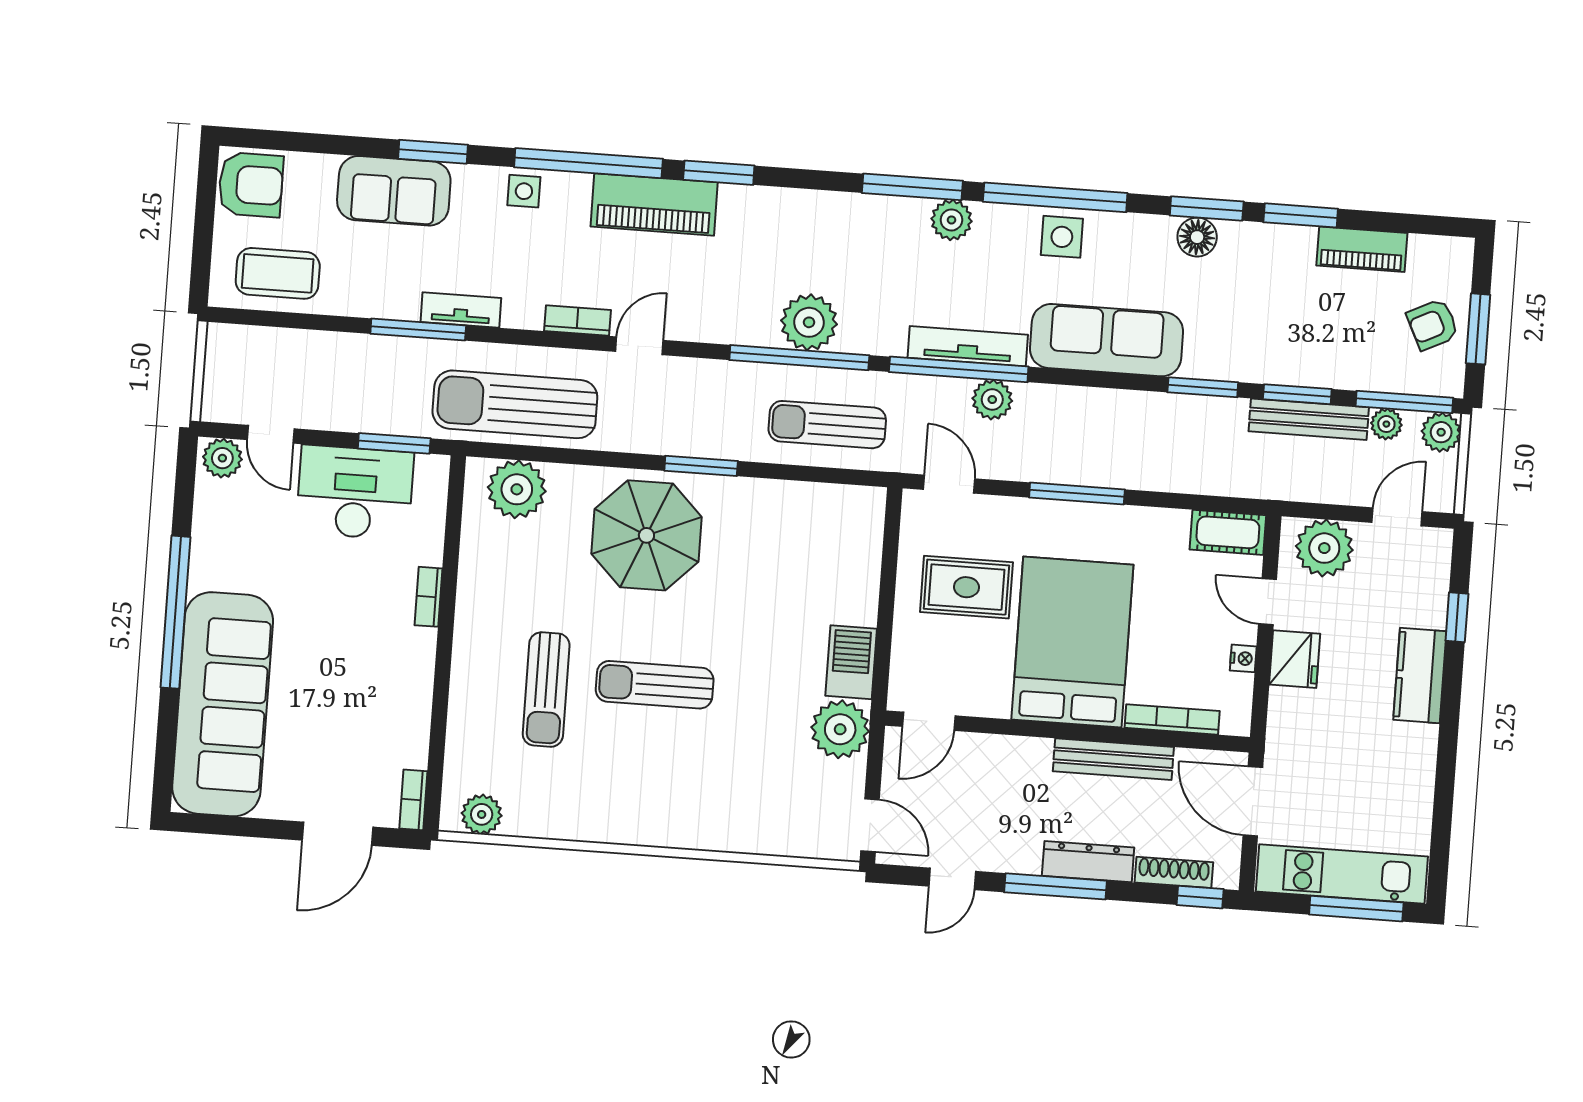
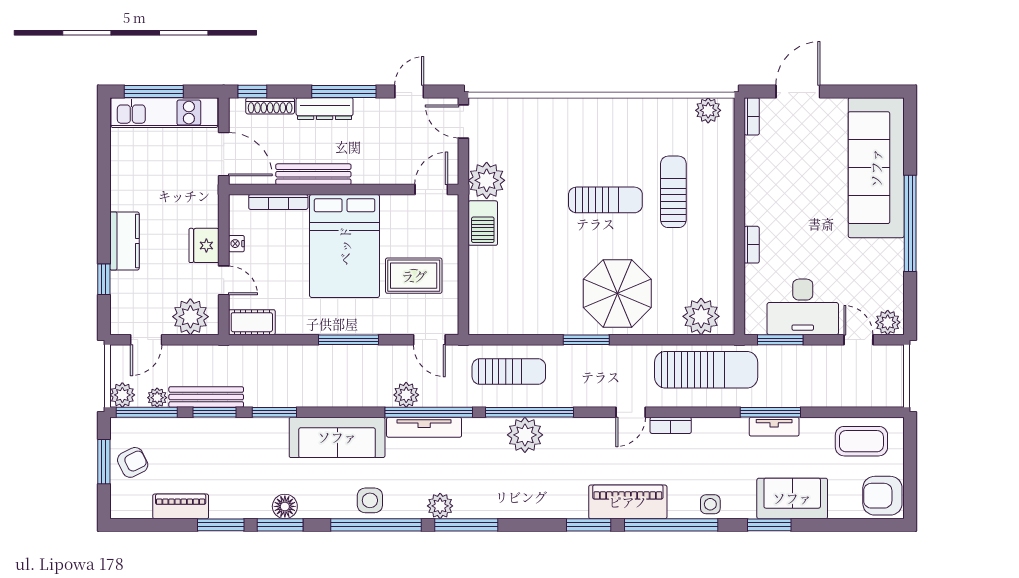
tv unit: (461, 310) -> (774, 427), moved

